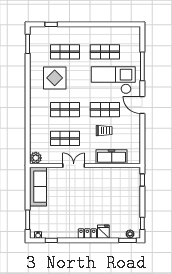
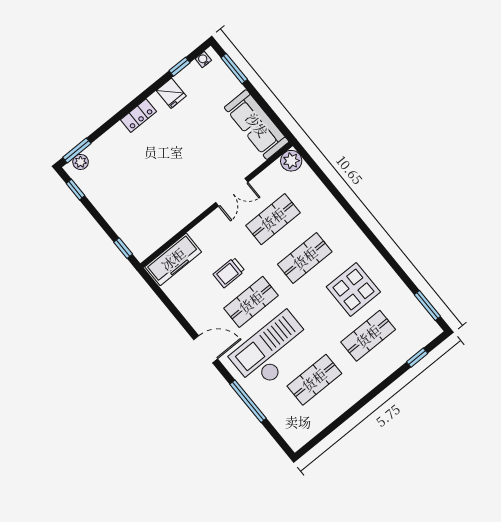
checkout: (113, 80) -> (272, 351), turned 180
freezer: (112, 157) -> (173, 259), moved
fridge: (103, 232) -> (171, 93), moved

